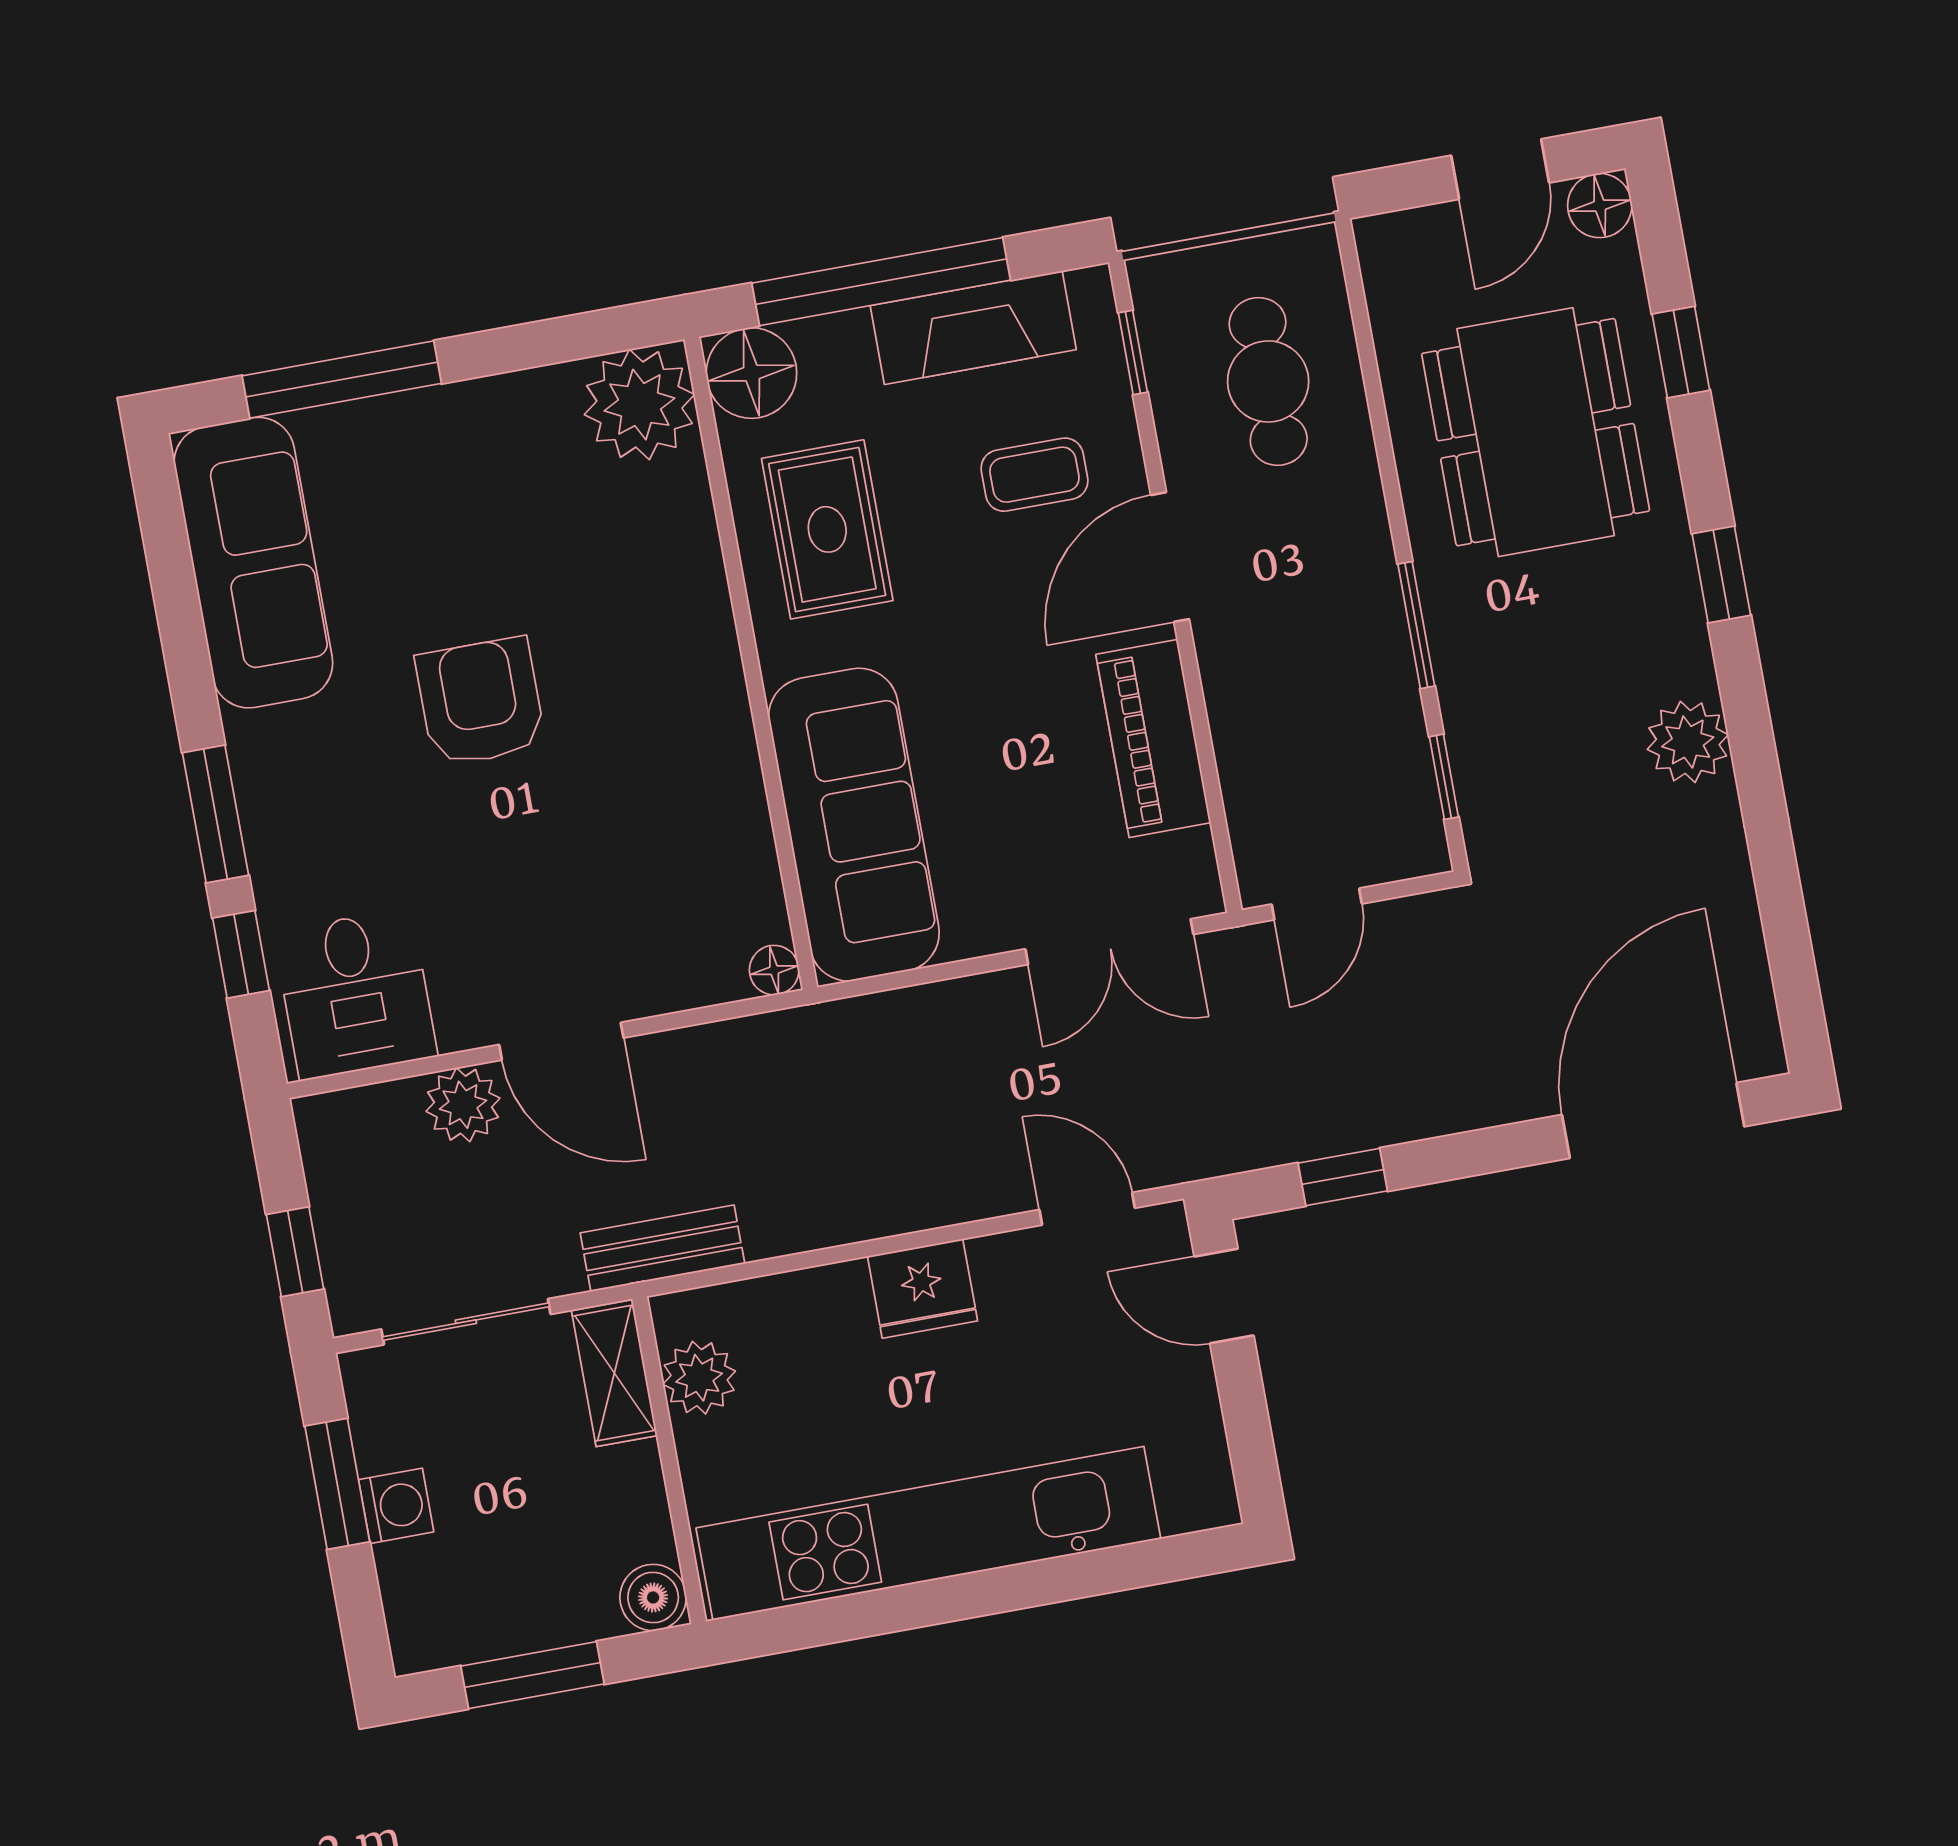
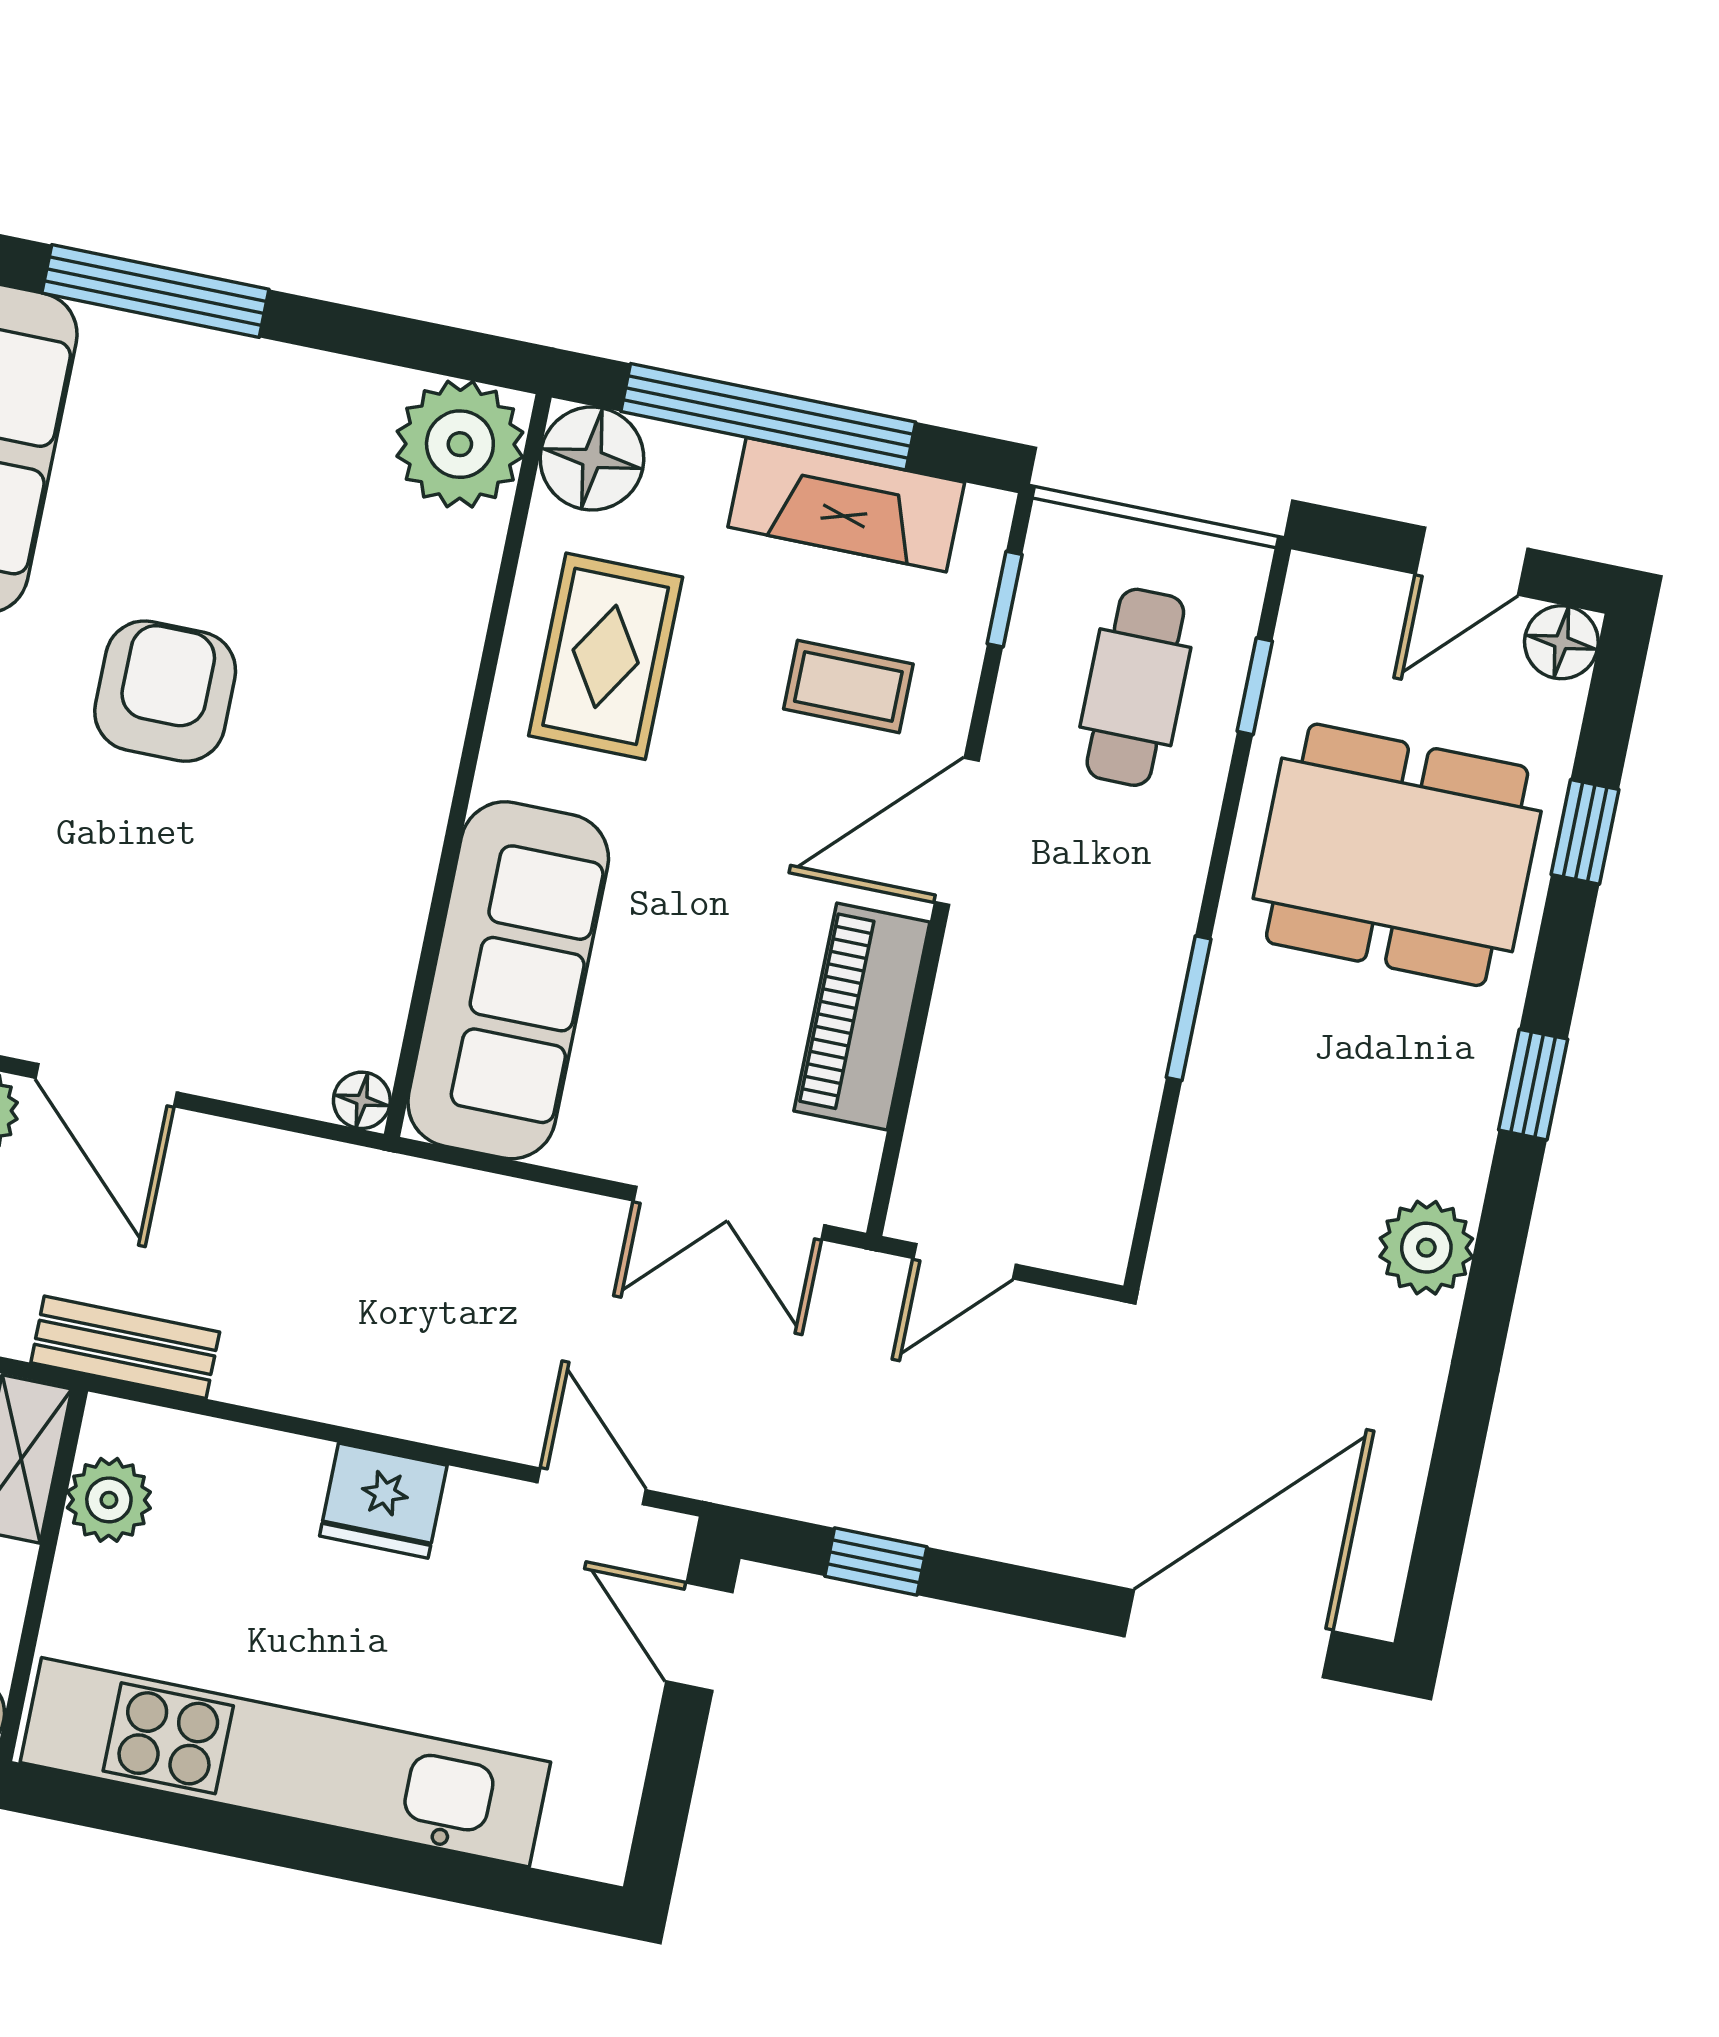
dining table: (1536, 432) -> (1397, 855), turned 90
window: (1444, 777) -> (1255, 686), moved

